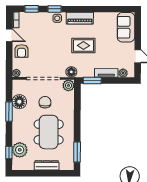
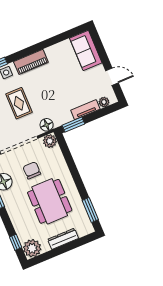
rug: (83, 46) -> (19, 103), moved, turned 90
plant: (20, 150) -> (32, 248), moved

